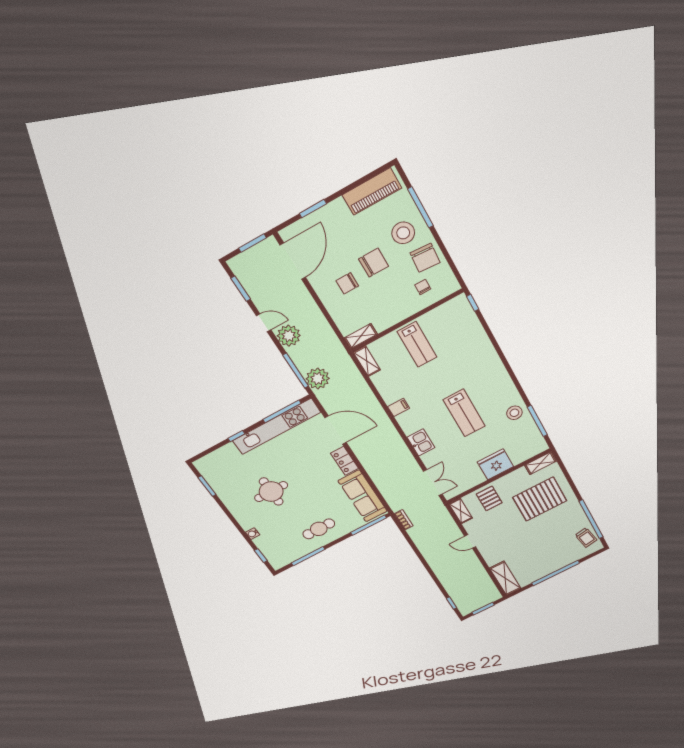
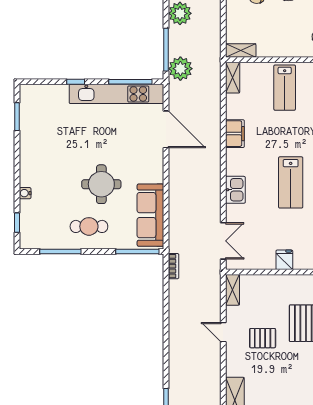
filing cabinet: (399, 407) -> (235, 134), width x2.00
locker: (345, 461) -> (156, 167), removed
fridge: (495, 464) -> (284, 260), width x0.53, depth x0.75
round table: (271, 492) -> (101, 184), moved
pallet: (489, 498) -> (263, 338), moved, turned 90

